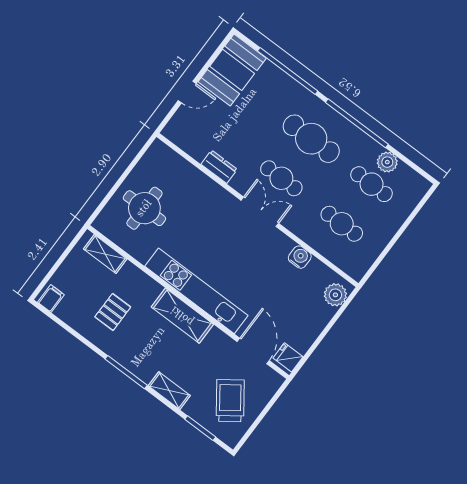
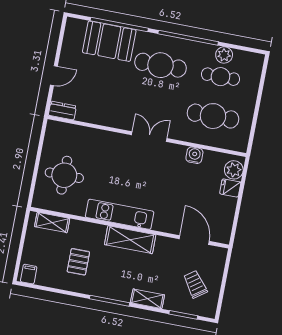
booth: (232, 70) -> (109, 41), moved, turned 90
dresser: (219, 167) -> (62, 111), moved
cafe table: (281, 178) -> (153, 105), removed
cafe table: (342, 224) -> (213, 116), width x1.37, depth x1.35
kitchen unit: (196, 291) -> (120, 214), width x0.73
fridge: (288, 357) -> (230, 188), moved
trolley: (230, 401) -> (195, 284), width x0.73, depth x0.72

